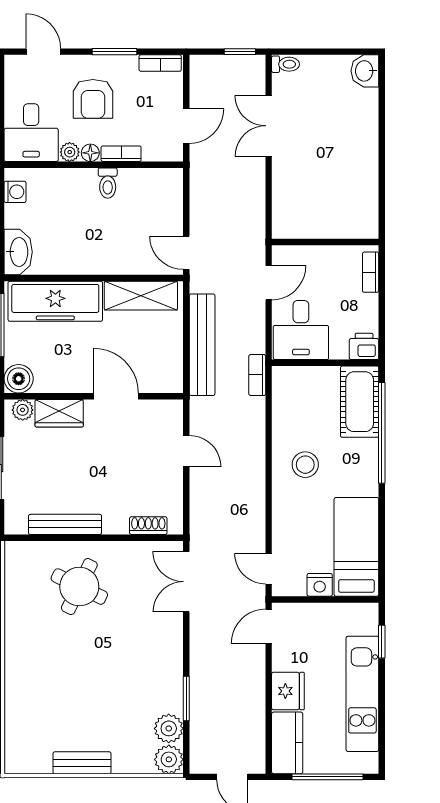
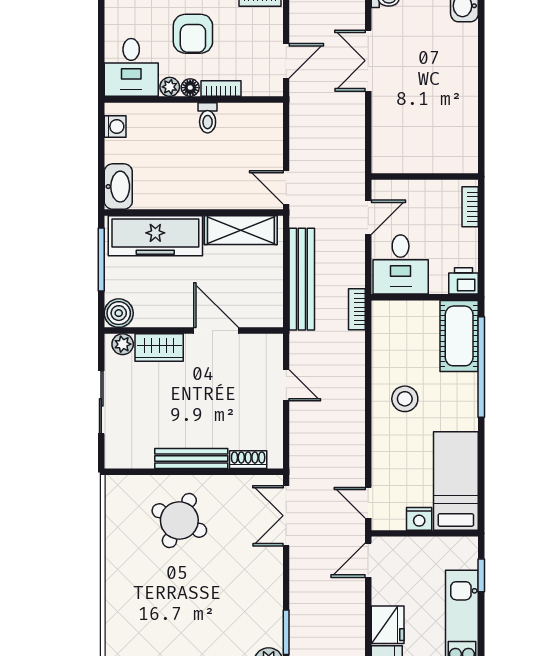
bench: (65, 524) -> (191, 459), moved

